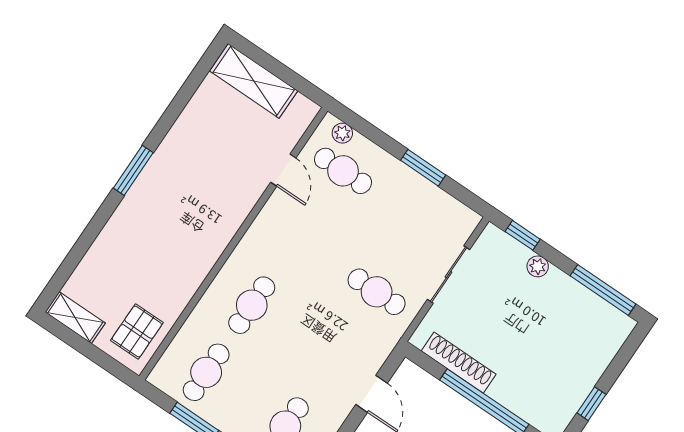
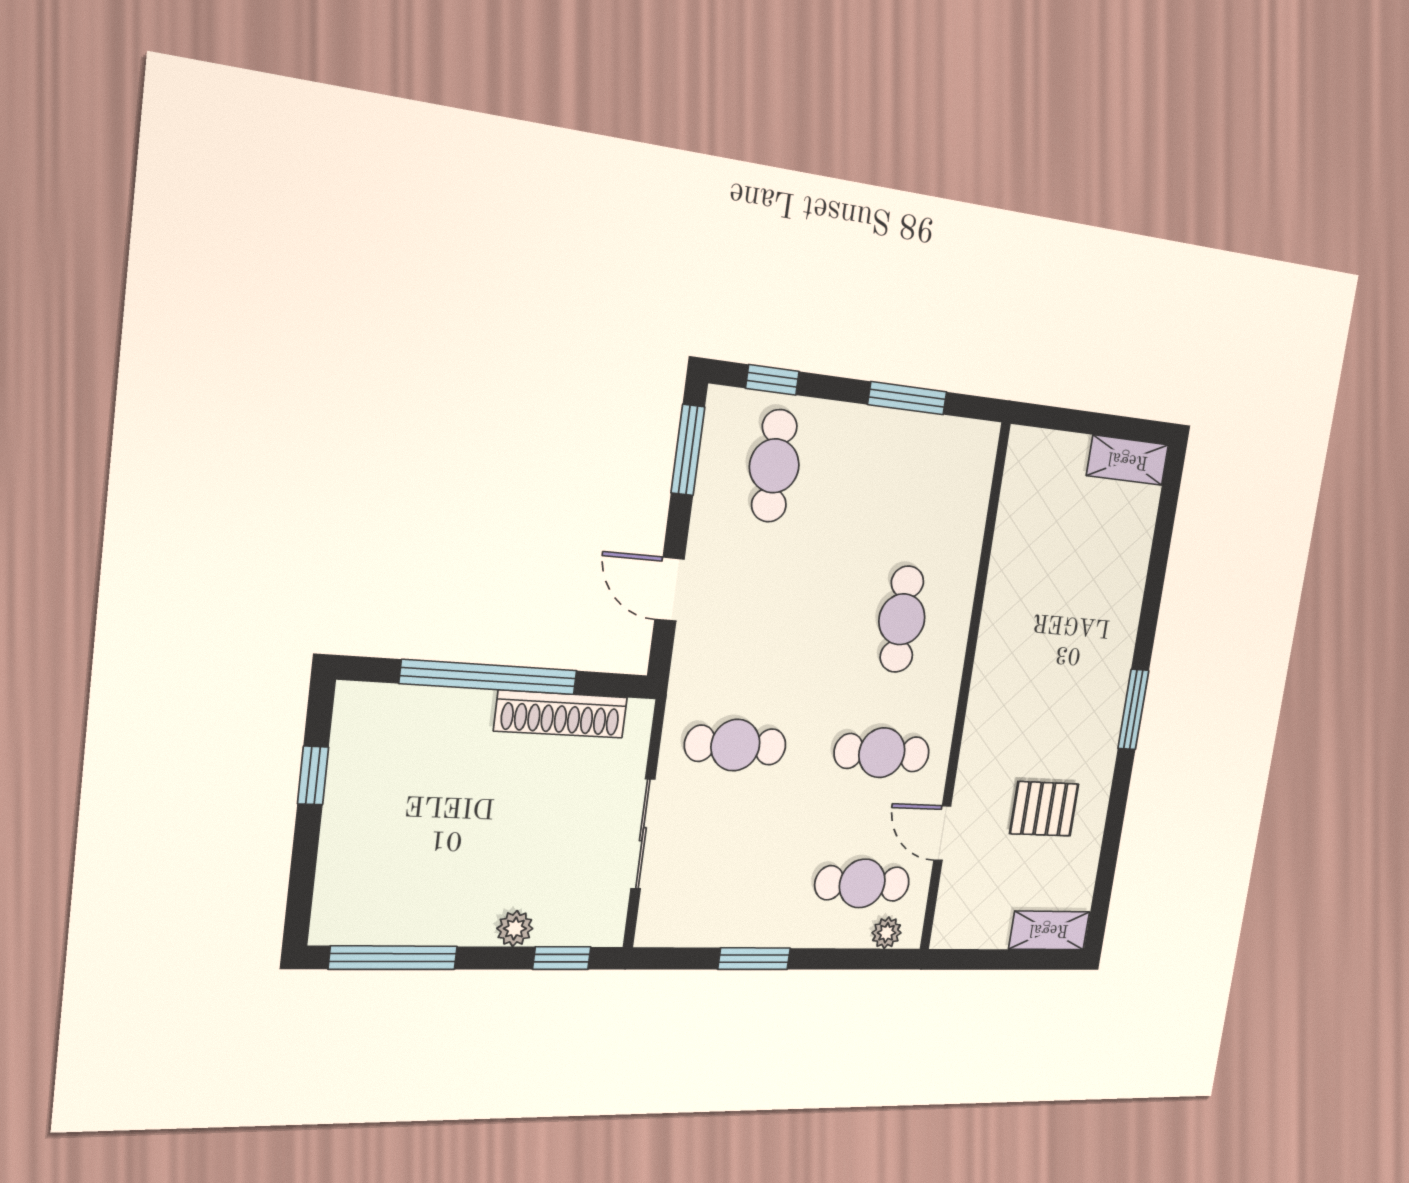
shelving: (254, 81) -> (1049, 930), width x0.67, depth x0.75
pallet: (137, 331) -> (1044, 809), moved, turned 90
cafe table: (206, 372) -> (882, 753), moved, turned 90

